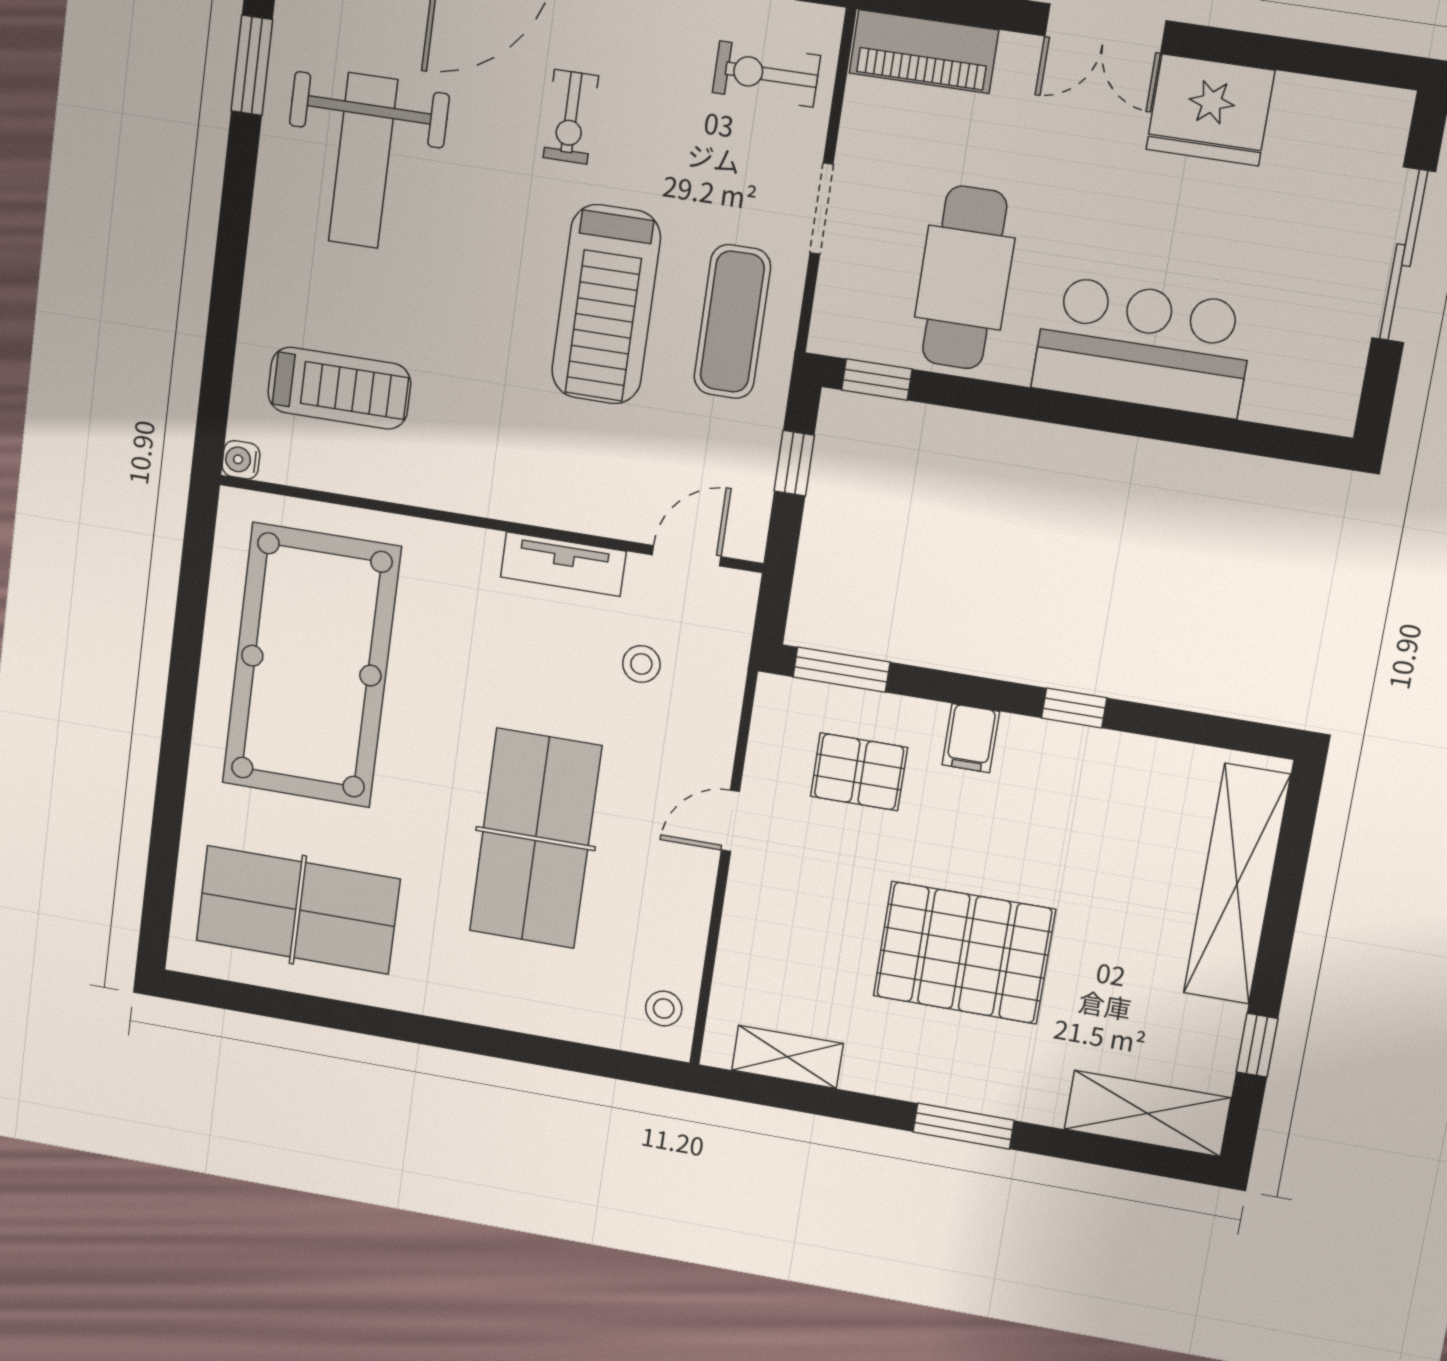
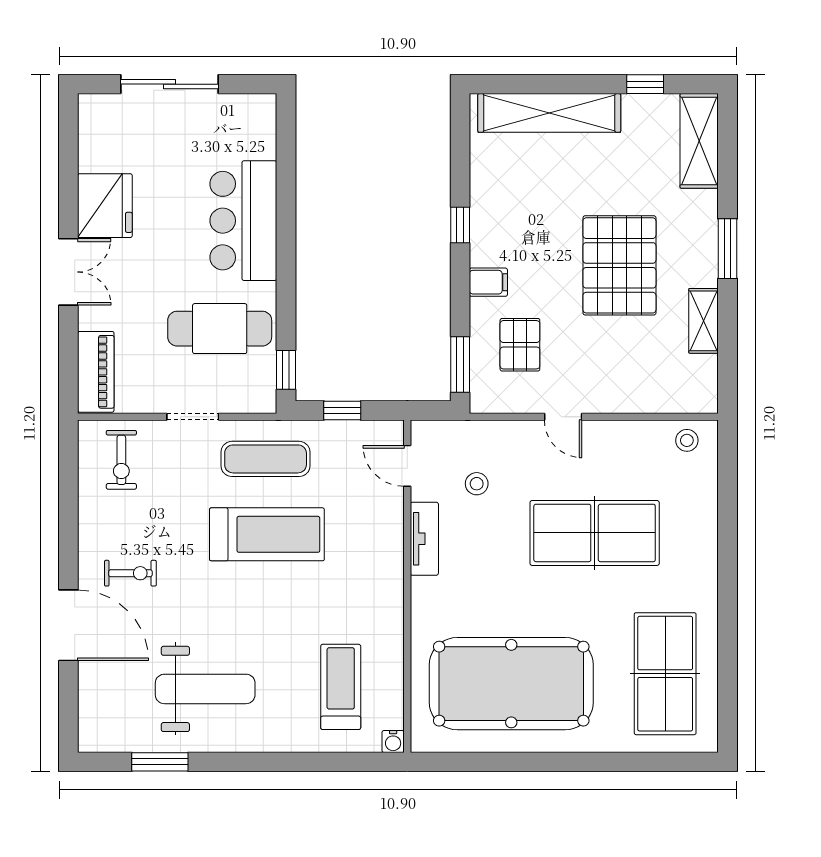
exercise bike: (571, 117) -> (130, 573), moved
shelving: (787, 1057) -> (704, 321), moved

